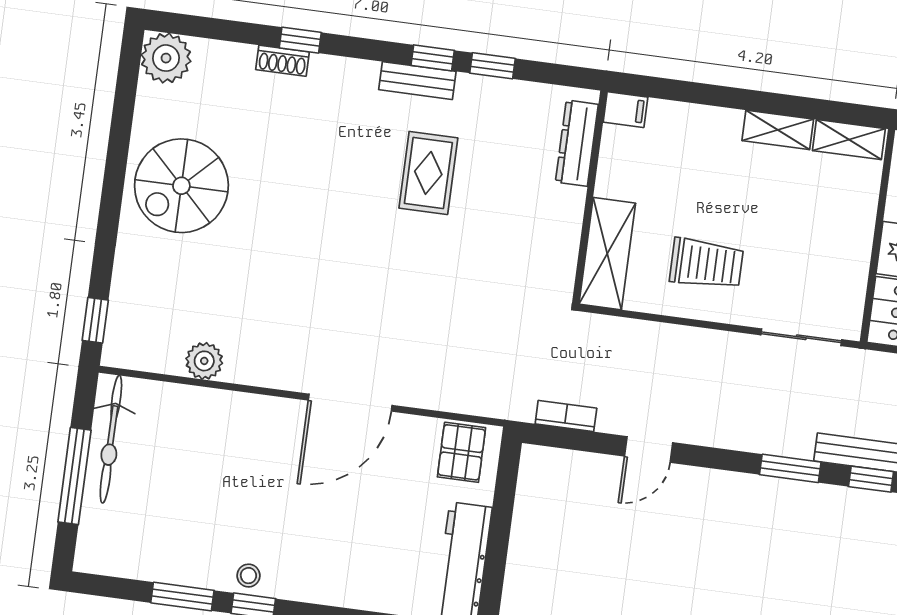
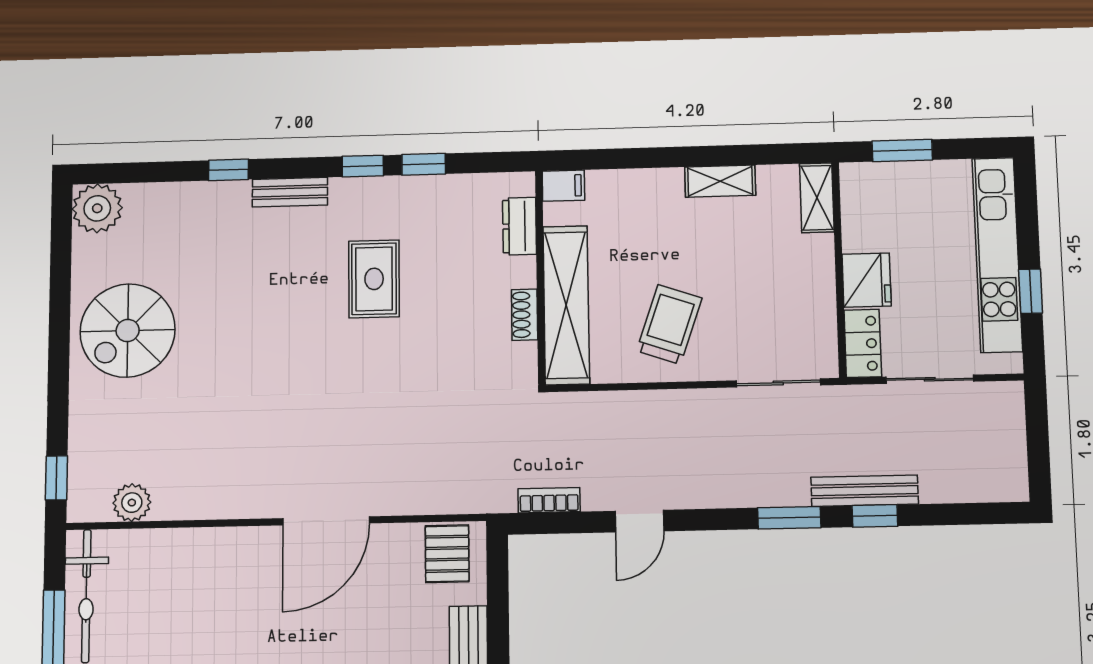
shoe rack: (282, 61) -> (525, 315), moved, turned 90
bench: (417, 81) -> (290, 192), moved
shelving: (849, 140) -> (817, 198), moved, turned 90
dresser: (577, 143) -> (519, 226), width x0.70
shelving: (607, 254) -> (566, 305), width x1.47
trolley: (706, 264) -> (669, 324), turned -71
plant: (204, 361) -> (132, 503), moved

